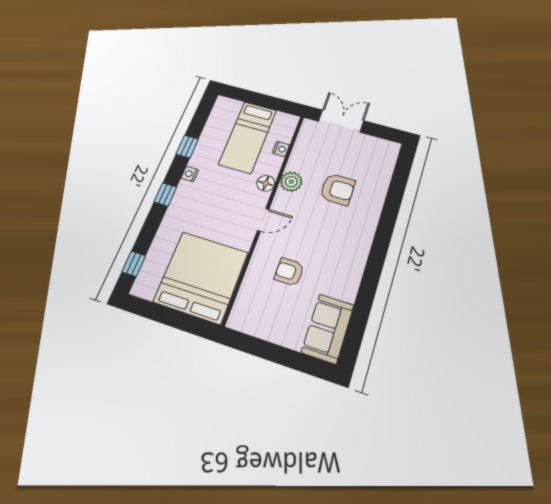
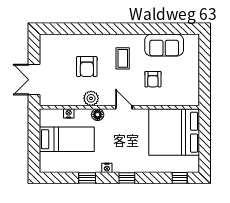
armchair: (338, 189) -> (87, 67), turned 180
coffee table: (334, 239) -> (123, 58), added
sofa: (328, 329) -> (164, 45), moved

